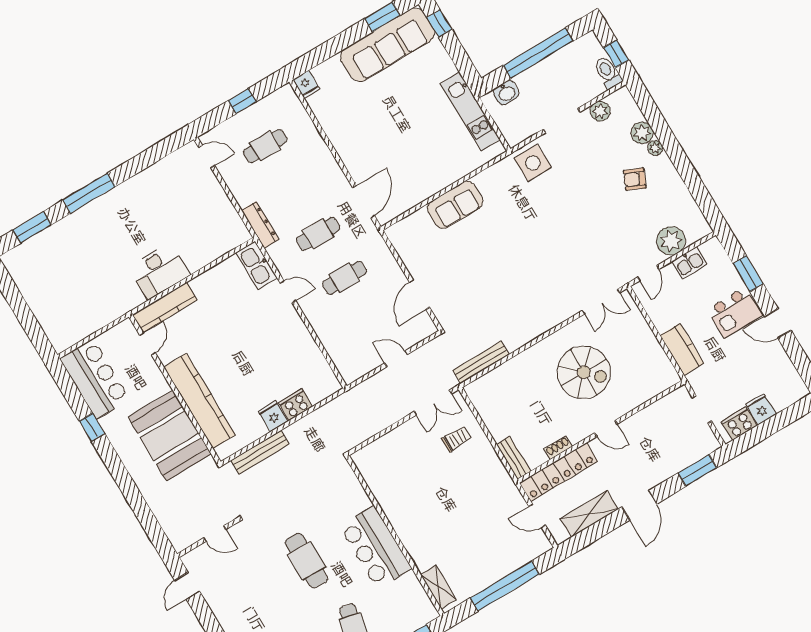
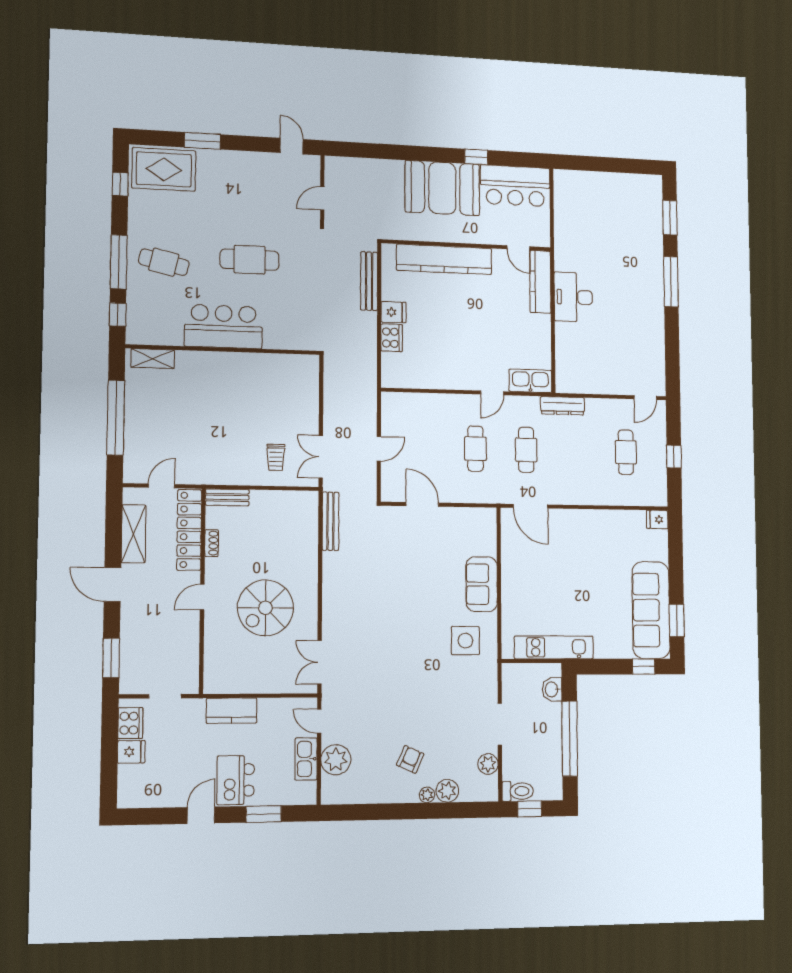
side table: (533, 163) -> (465, 641), moved
kitchen sink: (689, 263) -> (306, 759), width x1.38
booth: (170, 436) -> (442, 188), moved

